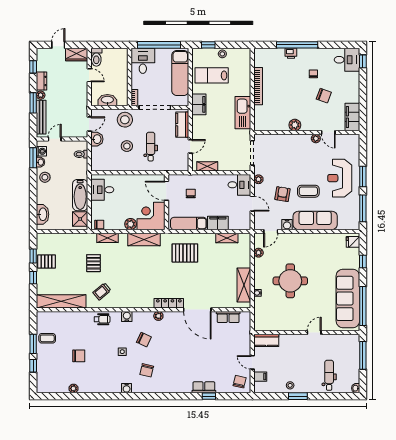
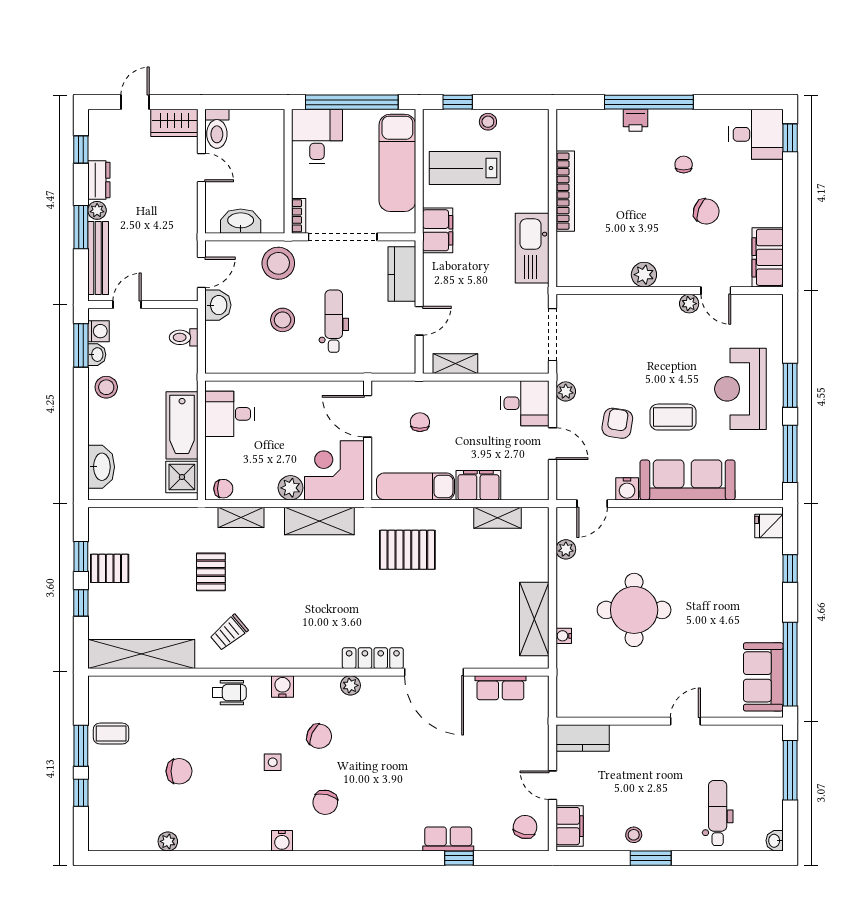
sofa: (348, 298) -> (763, 677), width x0.54, depth x0.79
filing cabinet: (260, 377) -> (570, 826), width x2.00

